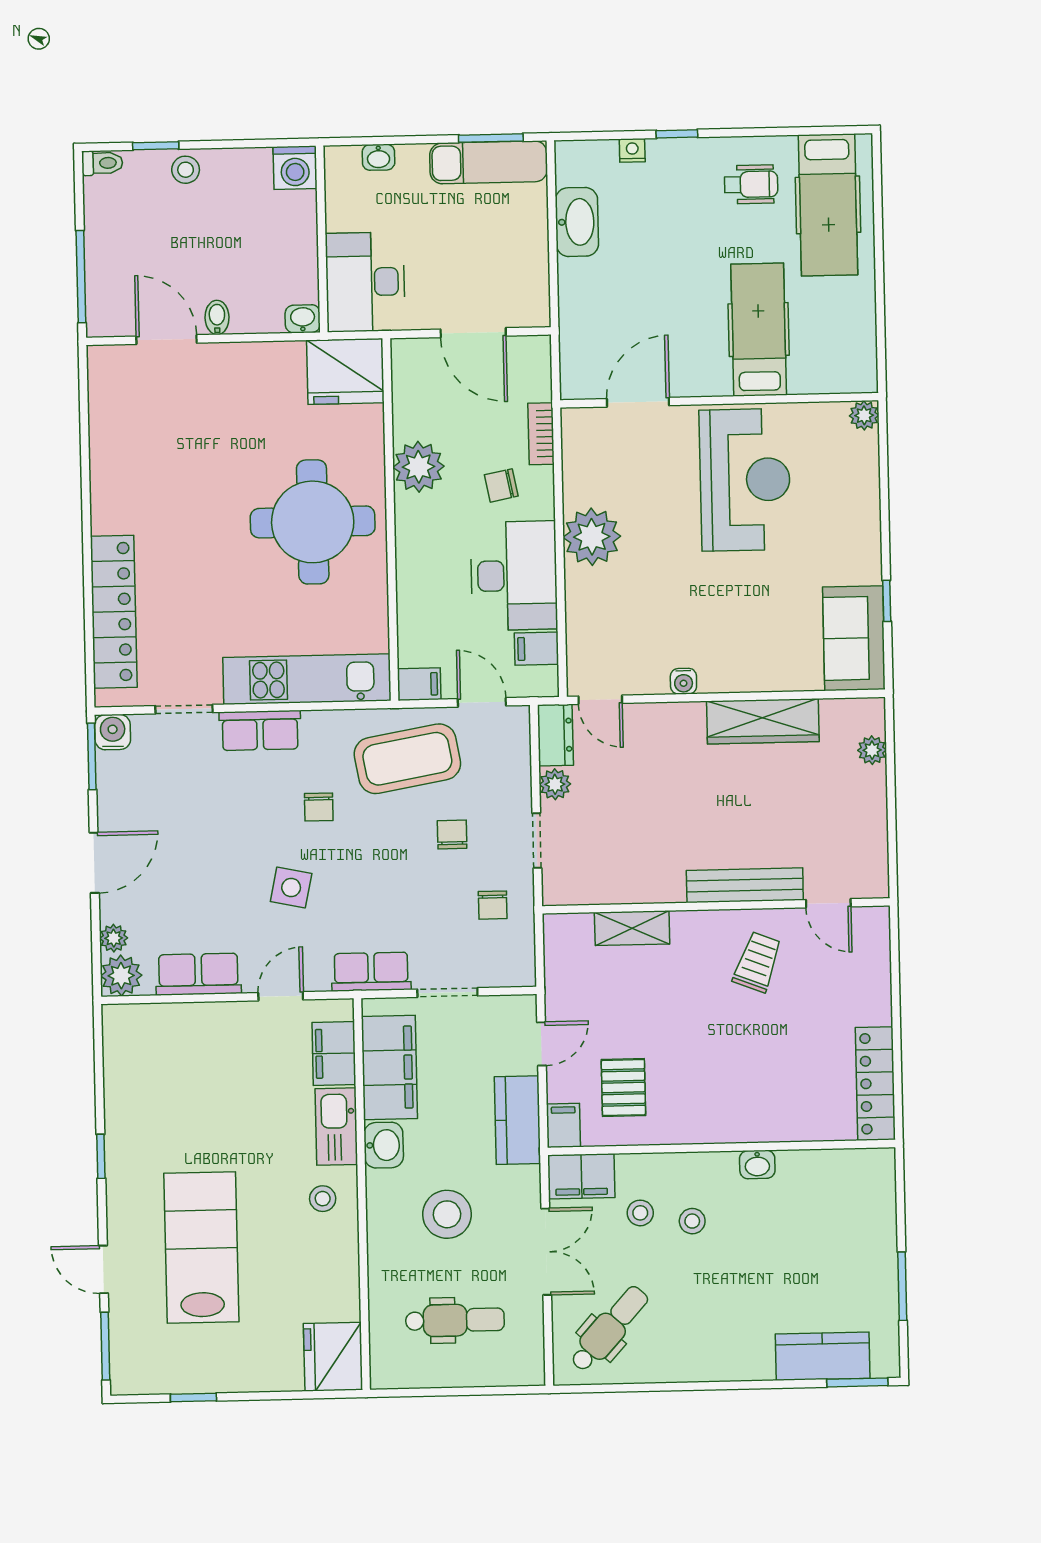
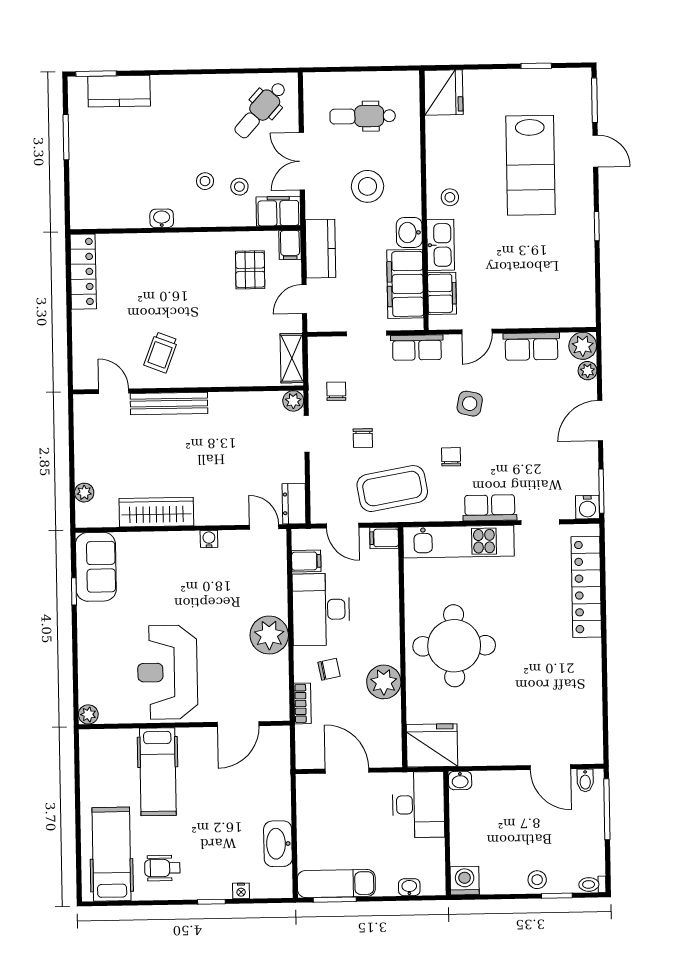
bidet: (217, 317) -> (585, 780), moved
plant: (555, 784) -> (293, 401), moved
shelving: (632, 928) -> (292, 358), moved, turned 90

